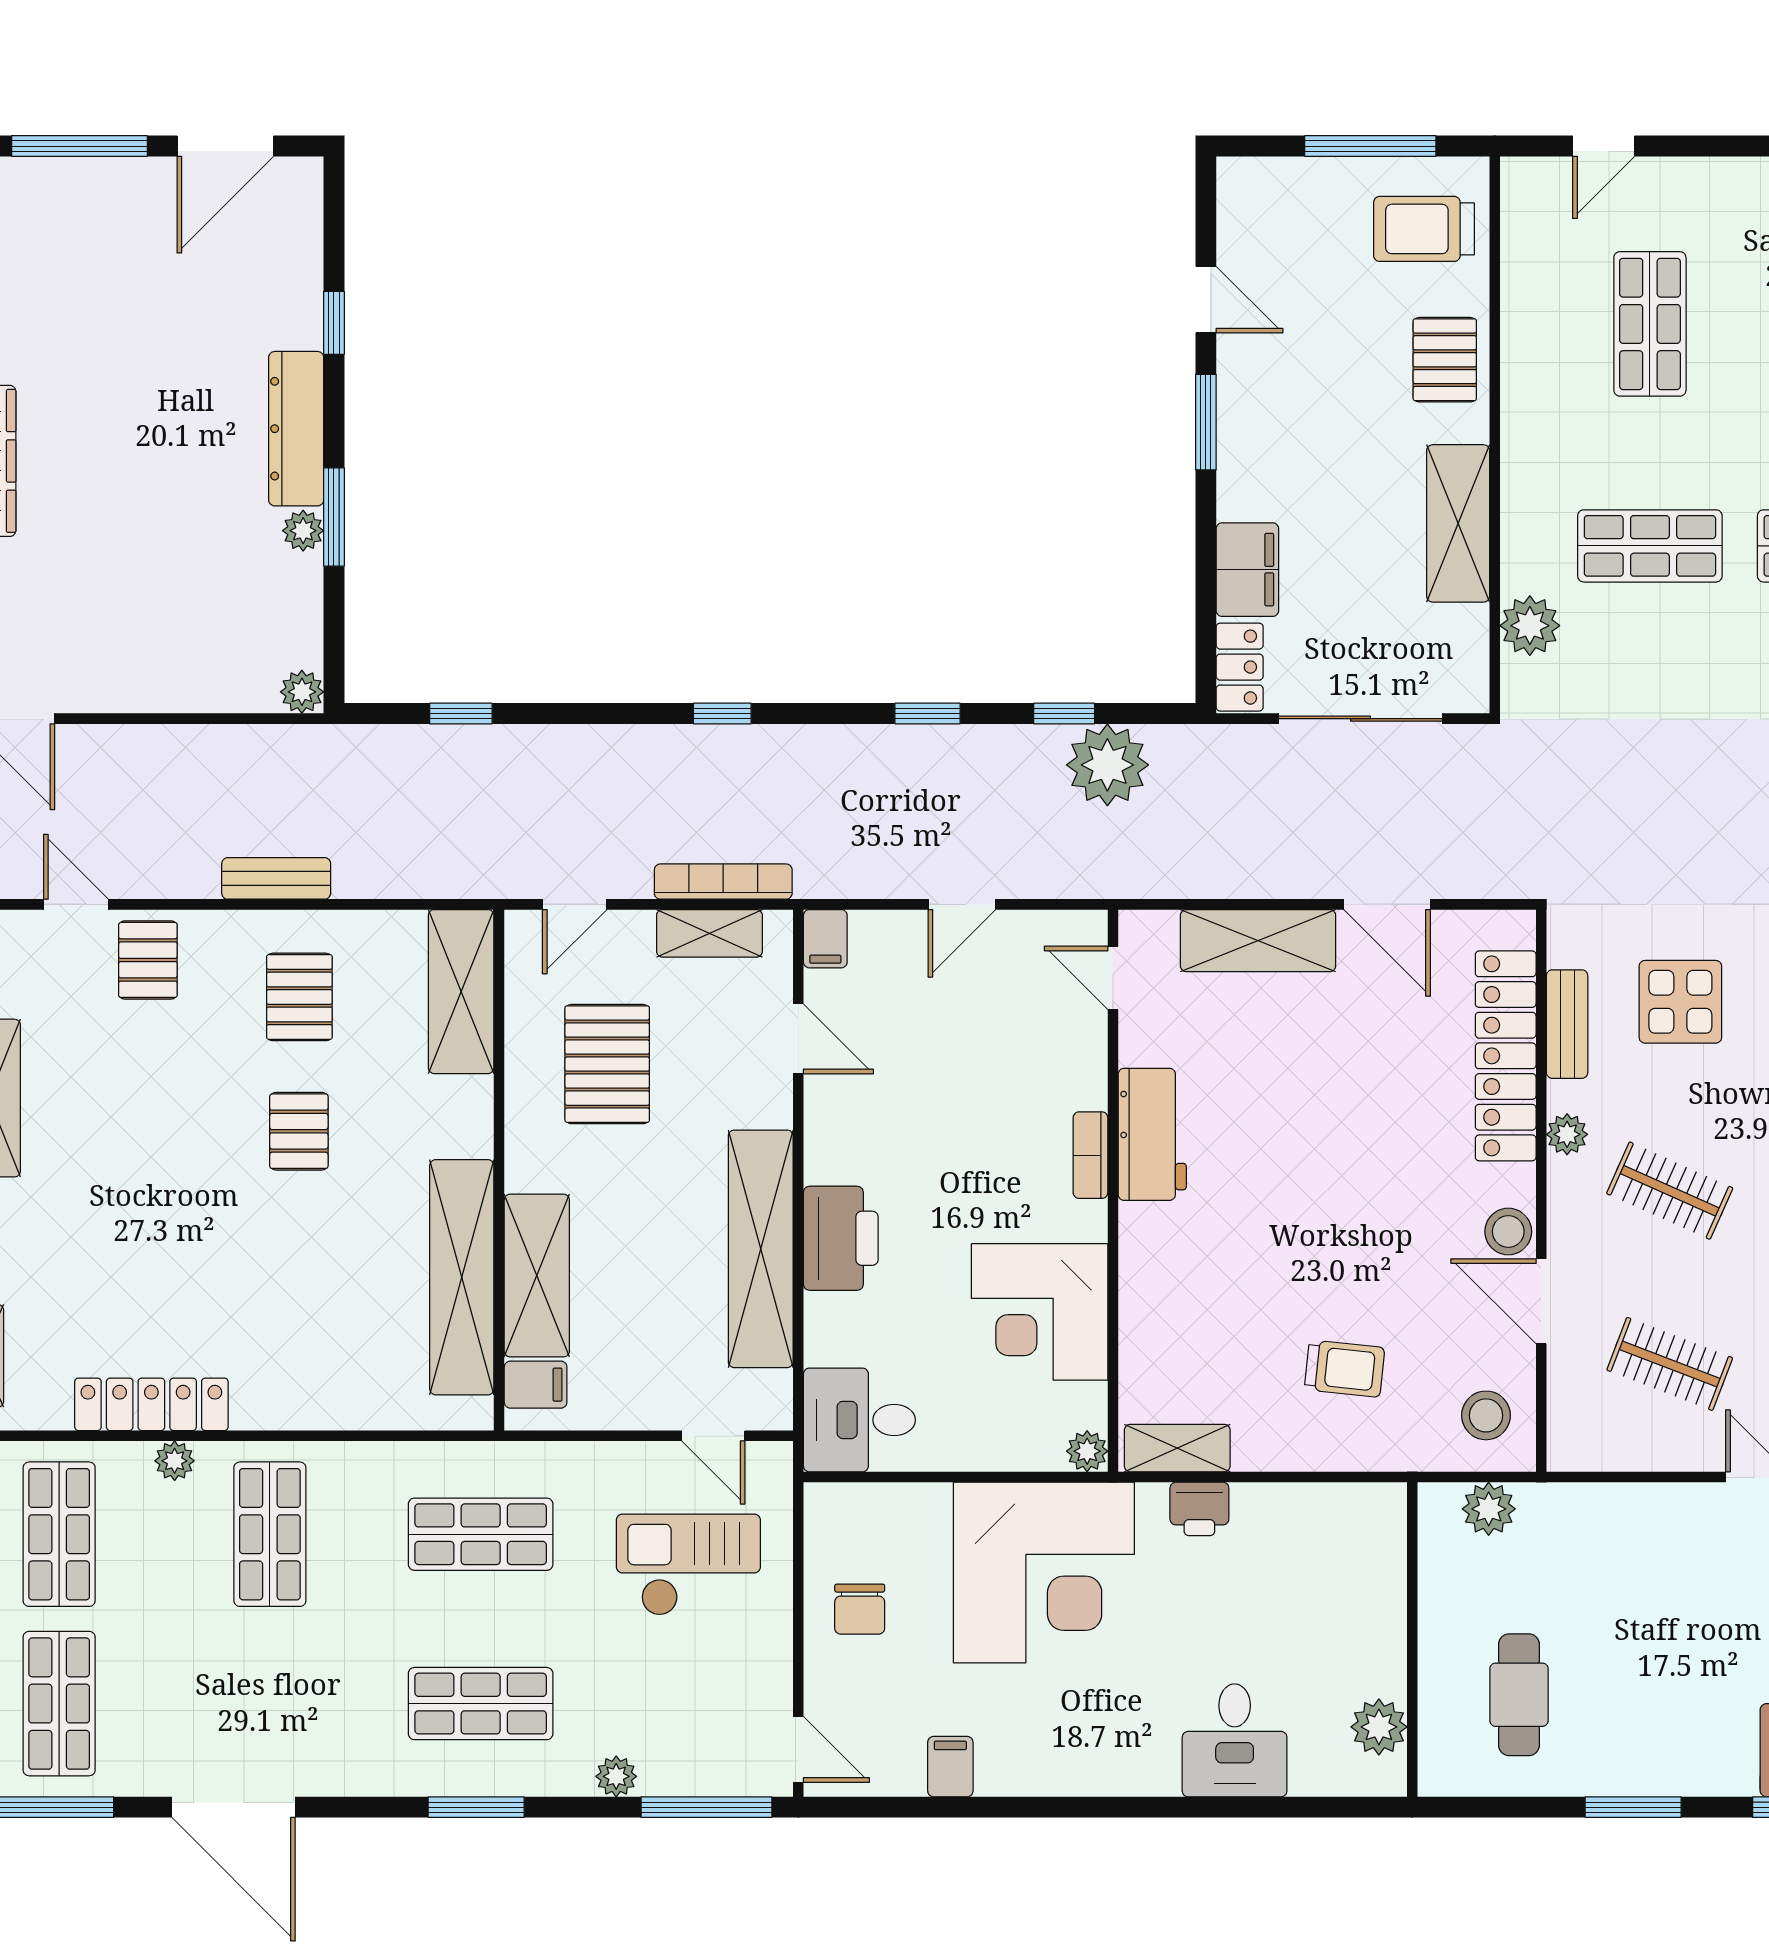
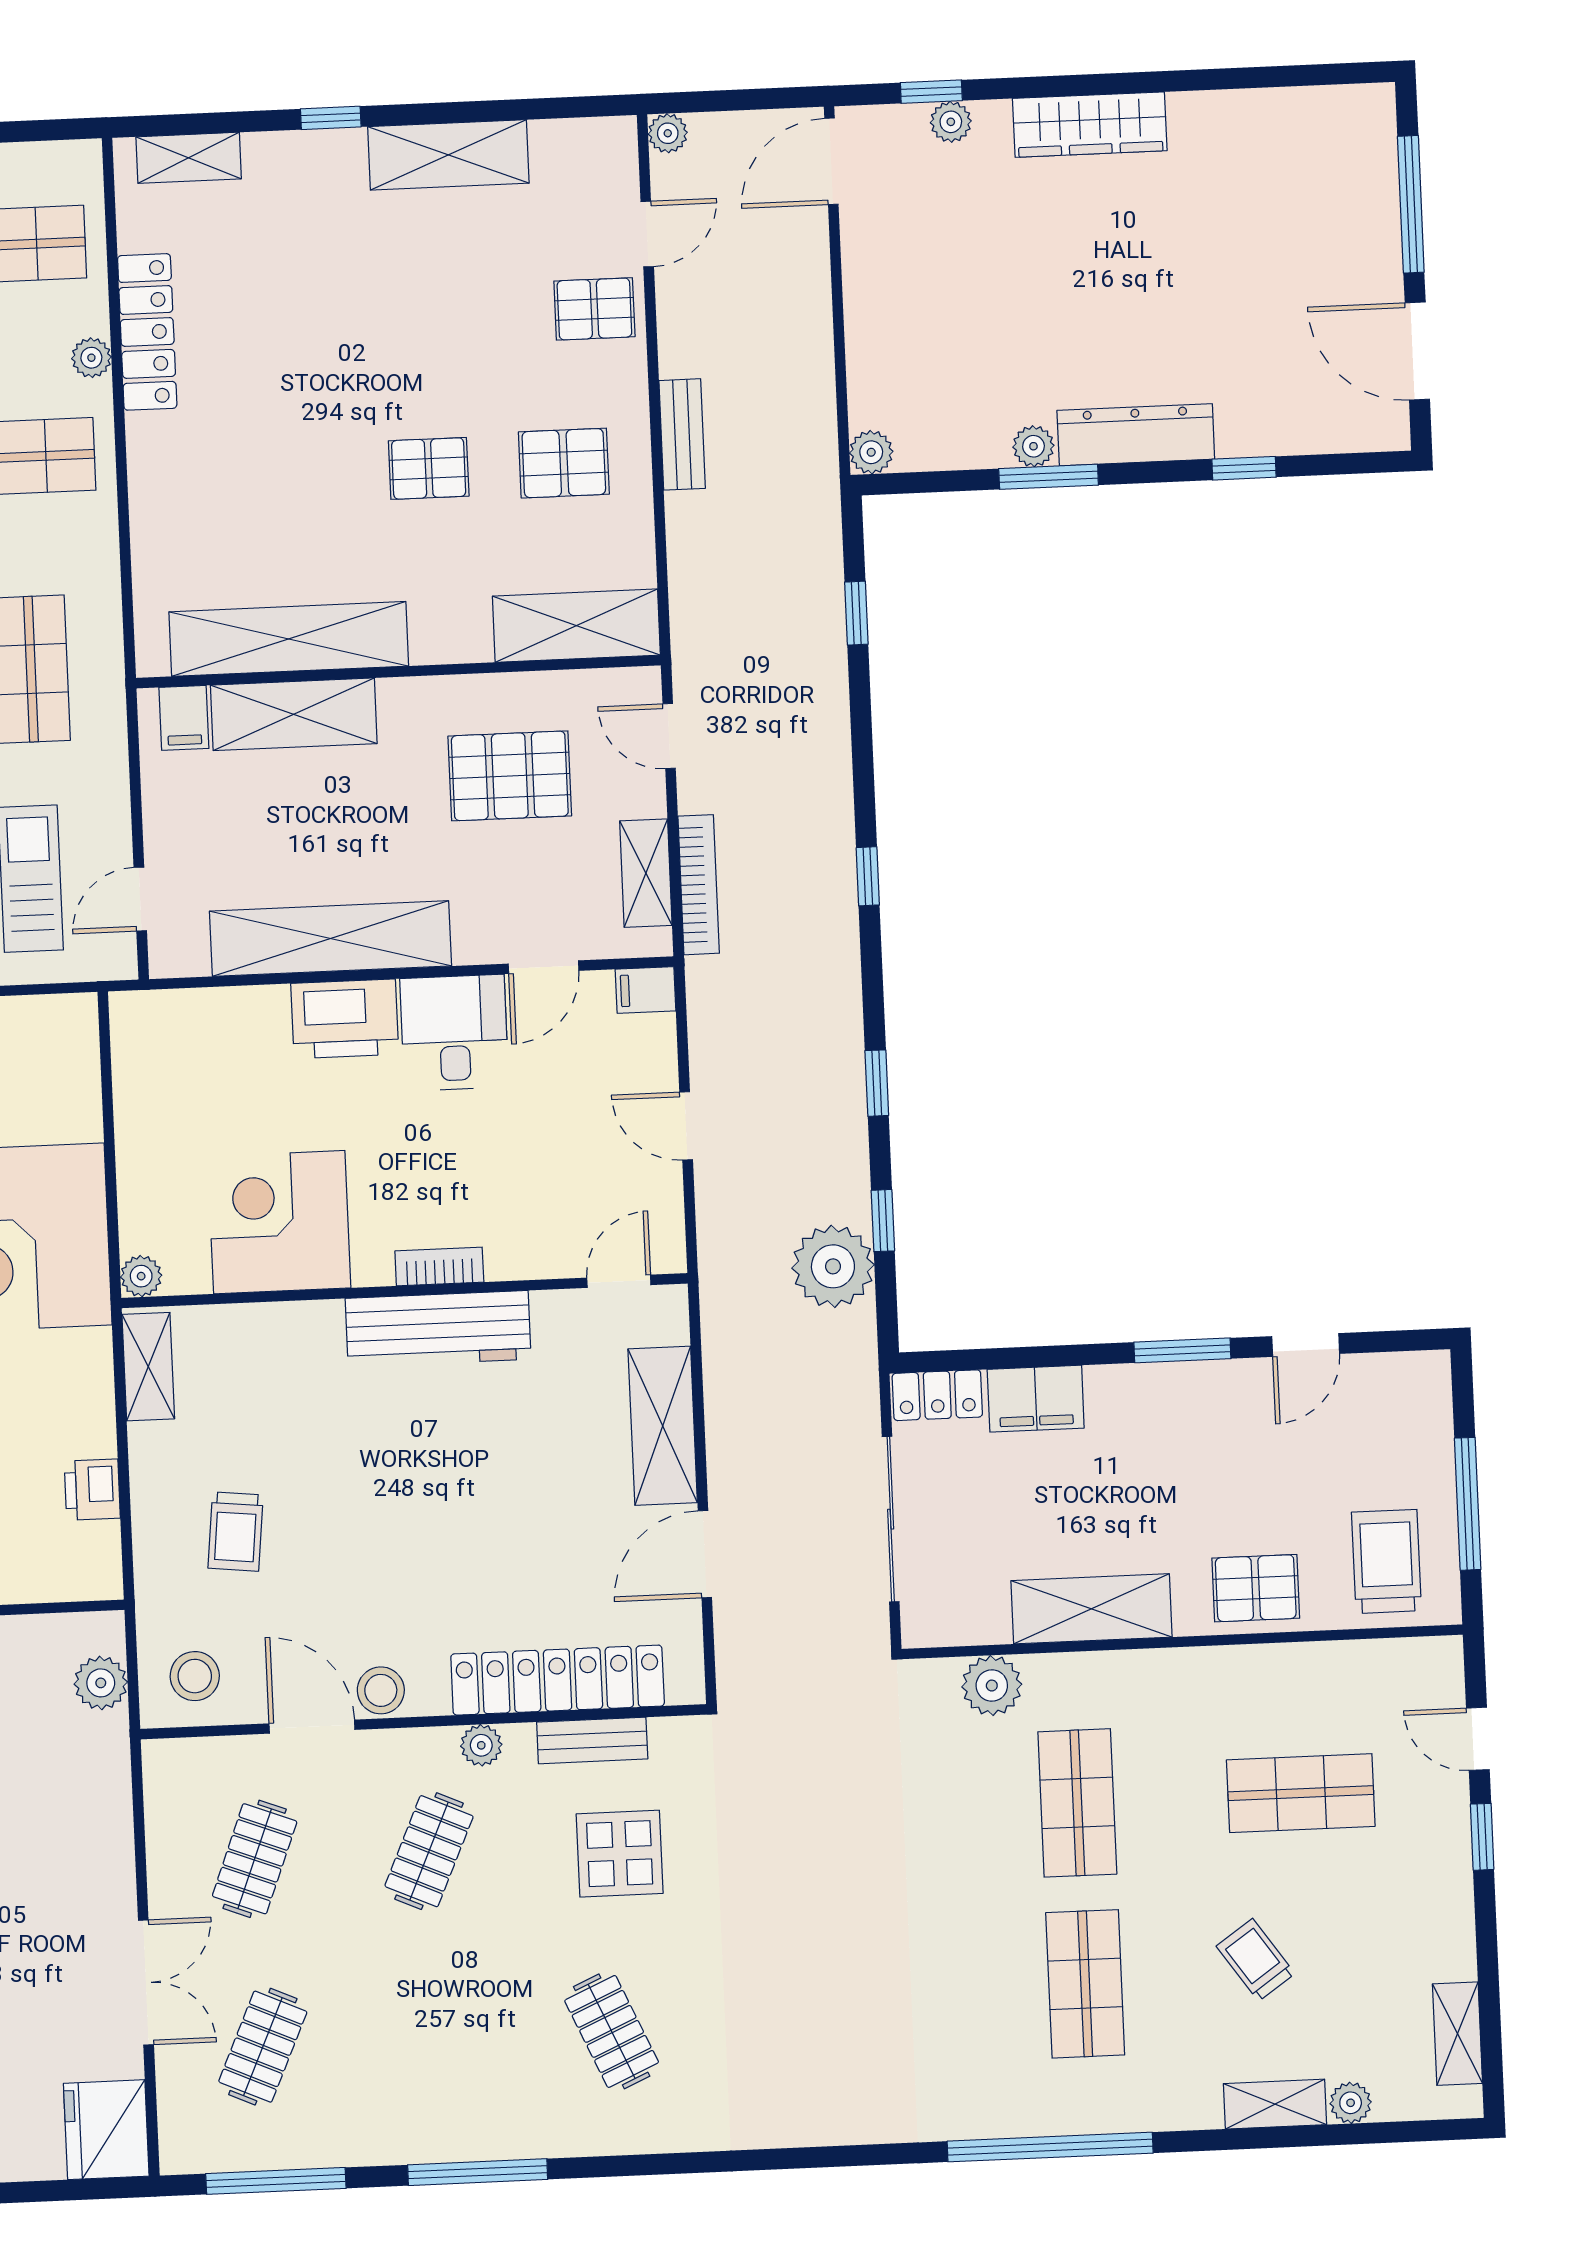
window: (1701, 146) -> (1482, 1837), added
workbench: (1152, 1134) -> (438, 1329), width x1.38
door: (1541, 1301) -> (312, 1727), hinge flipped
desk: (859, 1420) -> (454, 1033), moved
printer: (1199, 1509) -> (92, 1490), moved

